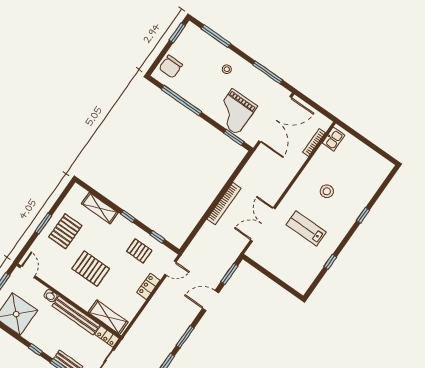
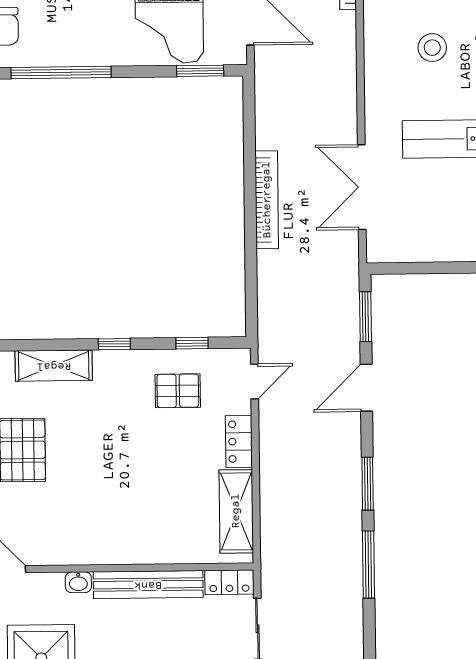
pallet: (91, 269) -> (115, 484), removed
shelving: (108, 317) -> (236, 511), moved, turned 90

